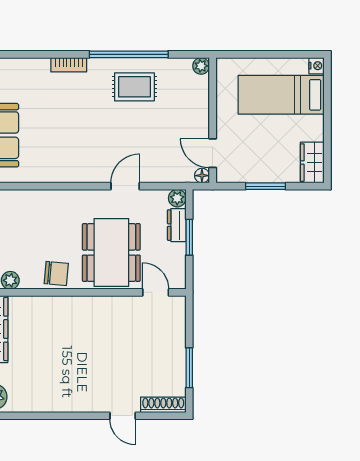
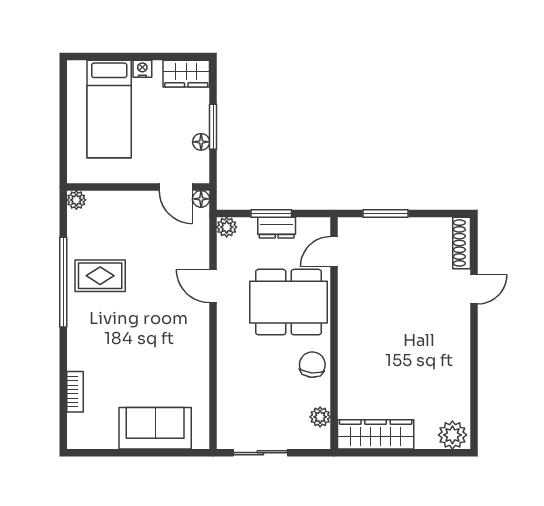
bookcase: (69, 65) -> (75, 392), moved
nightstand: (316, 66) -> (142, 69), moved
rug: (134, 87) -> (100, 276), turned 90
door: (213, 153) -> (176, 187), hinge flipped
floor lamp: (252, 176) -> (201, 142), added
dresser: (177, 225) -> (277, 228), moved
window: (189, 368) -> (386, 214), moved

